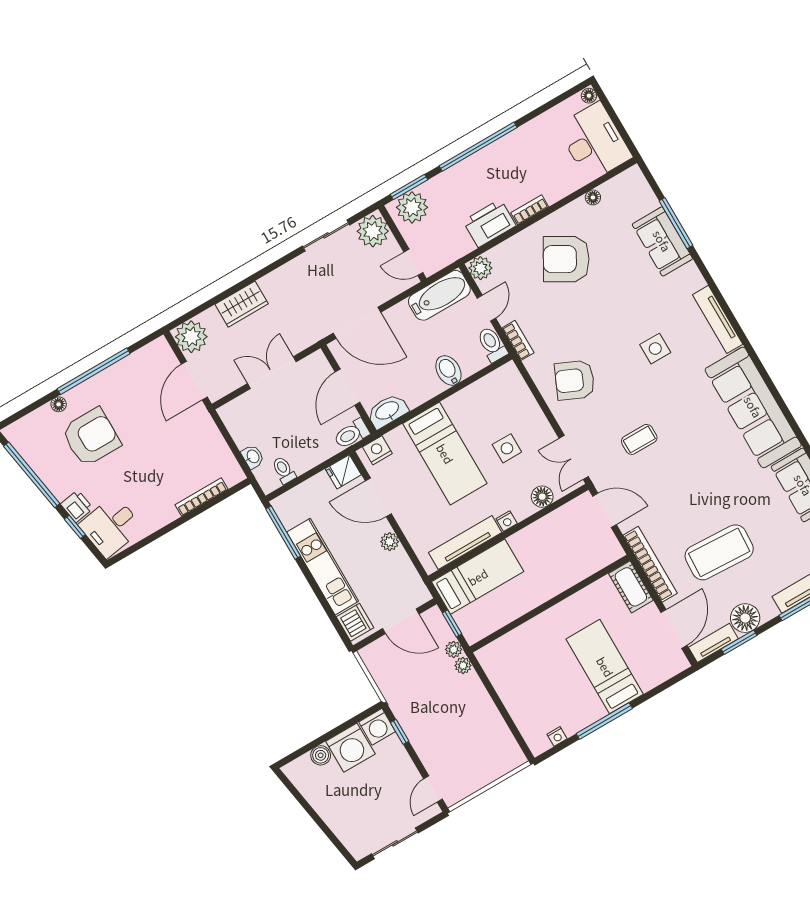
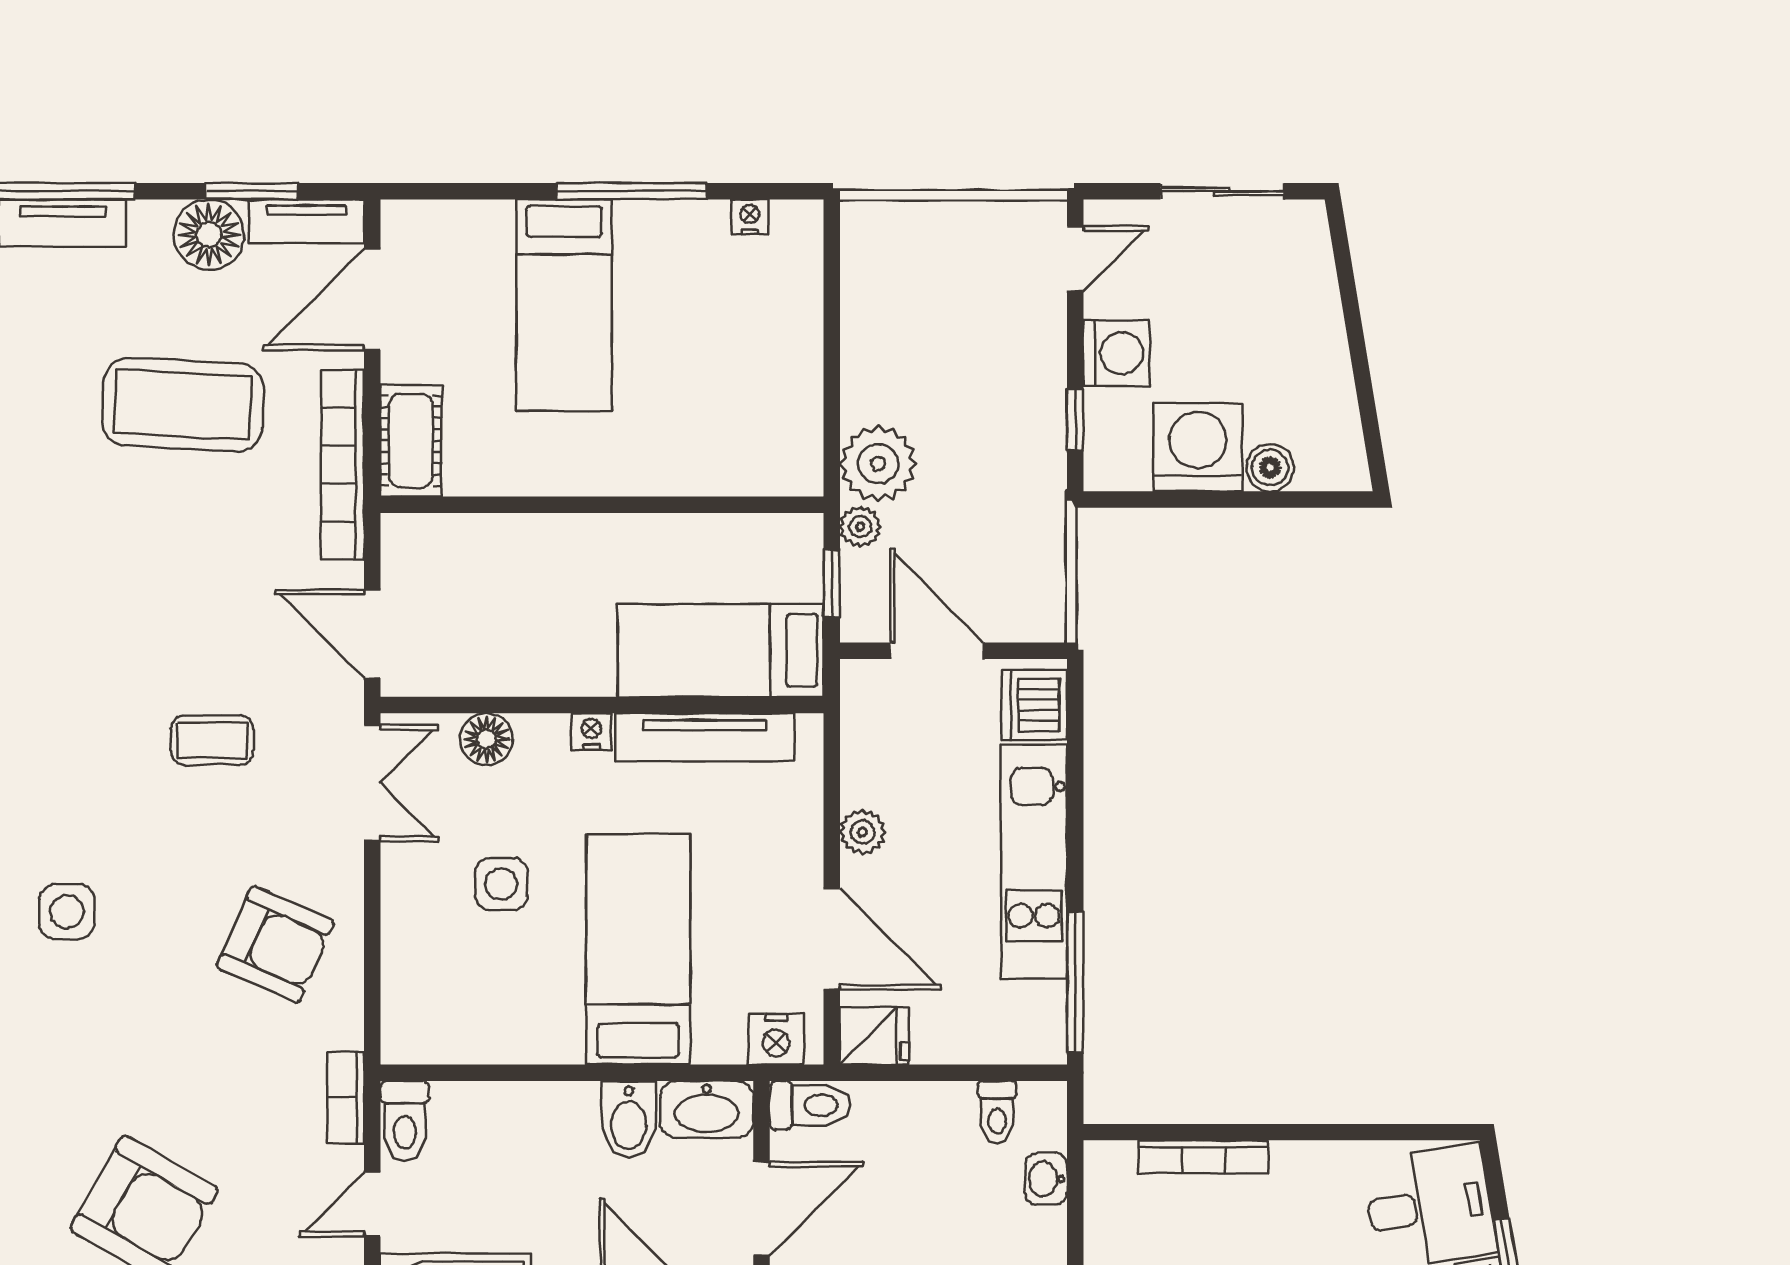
bidet: (448, 370) -> (629, 1120), moved
plant: (463, 665) -> (878, 464), width x1.87, depth x1.87
washing machine: (377, 727) -> (1116, 353), moved, turned 90

